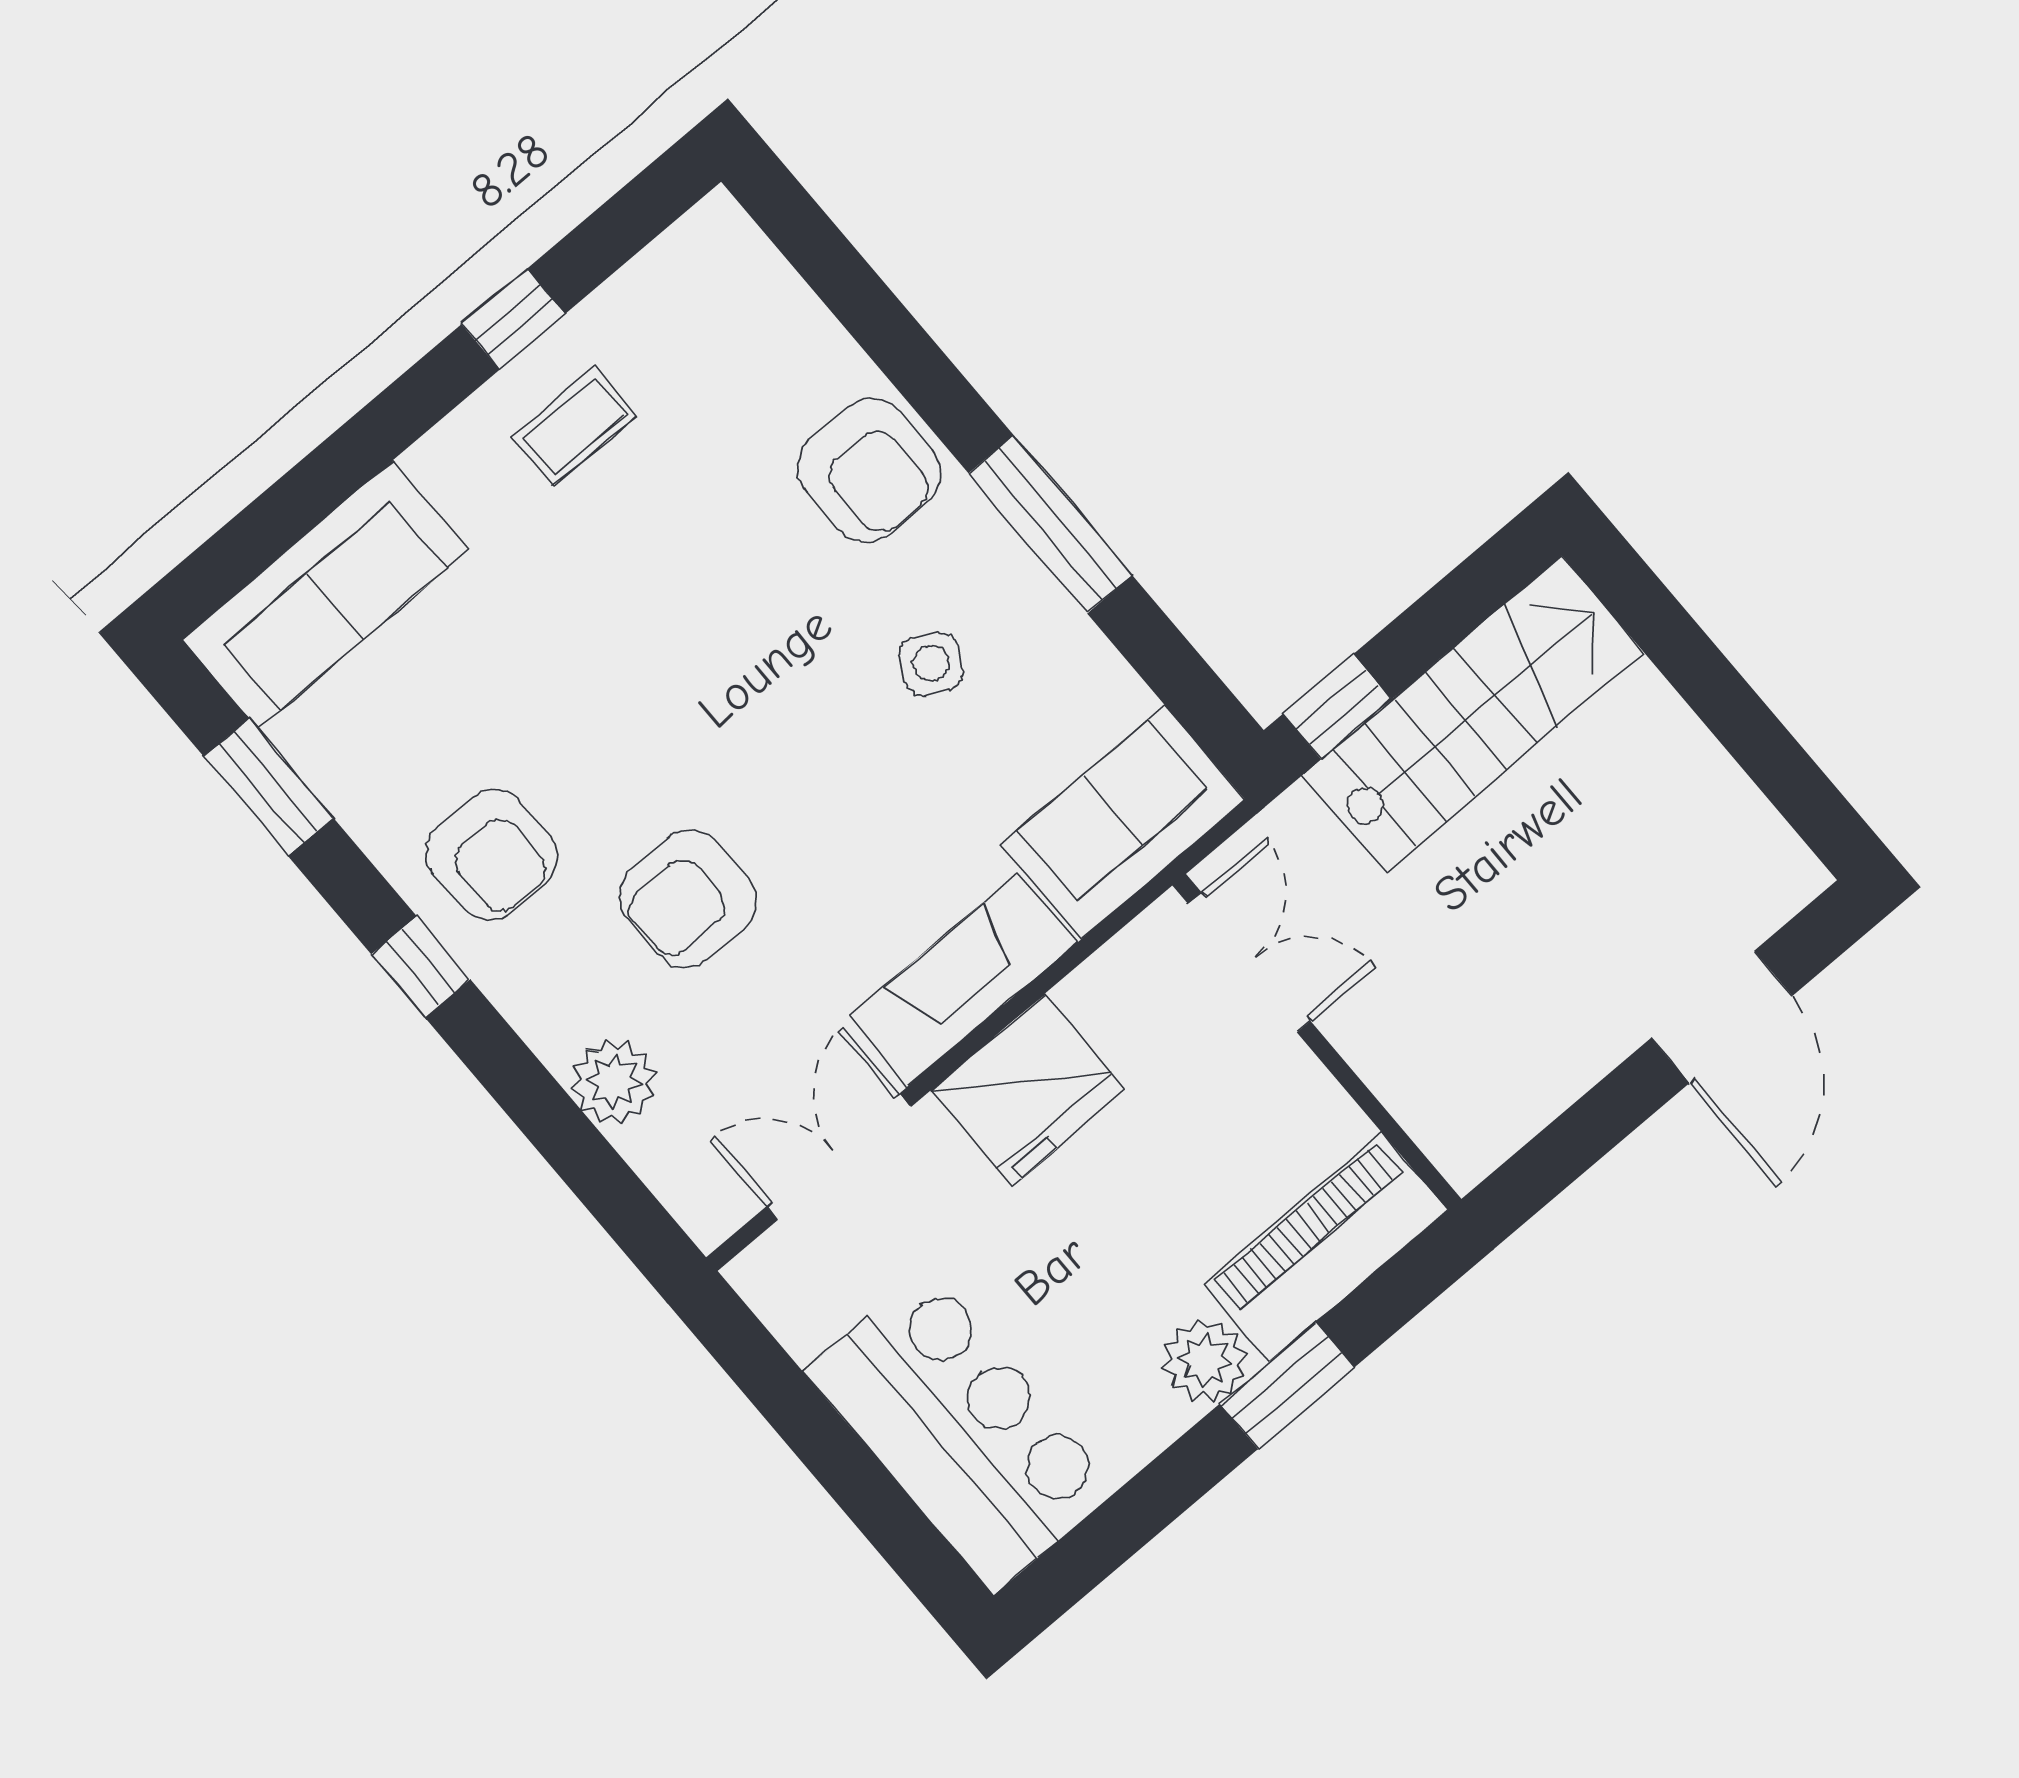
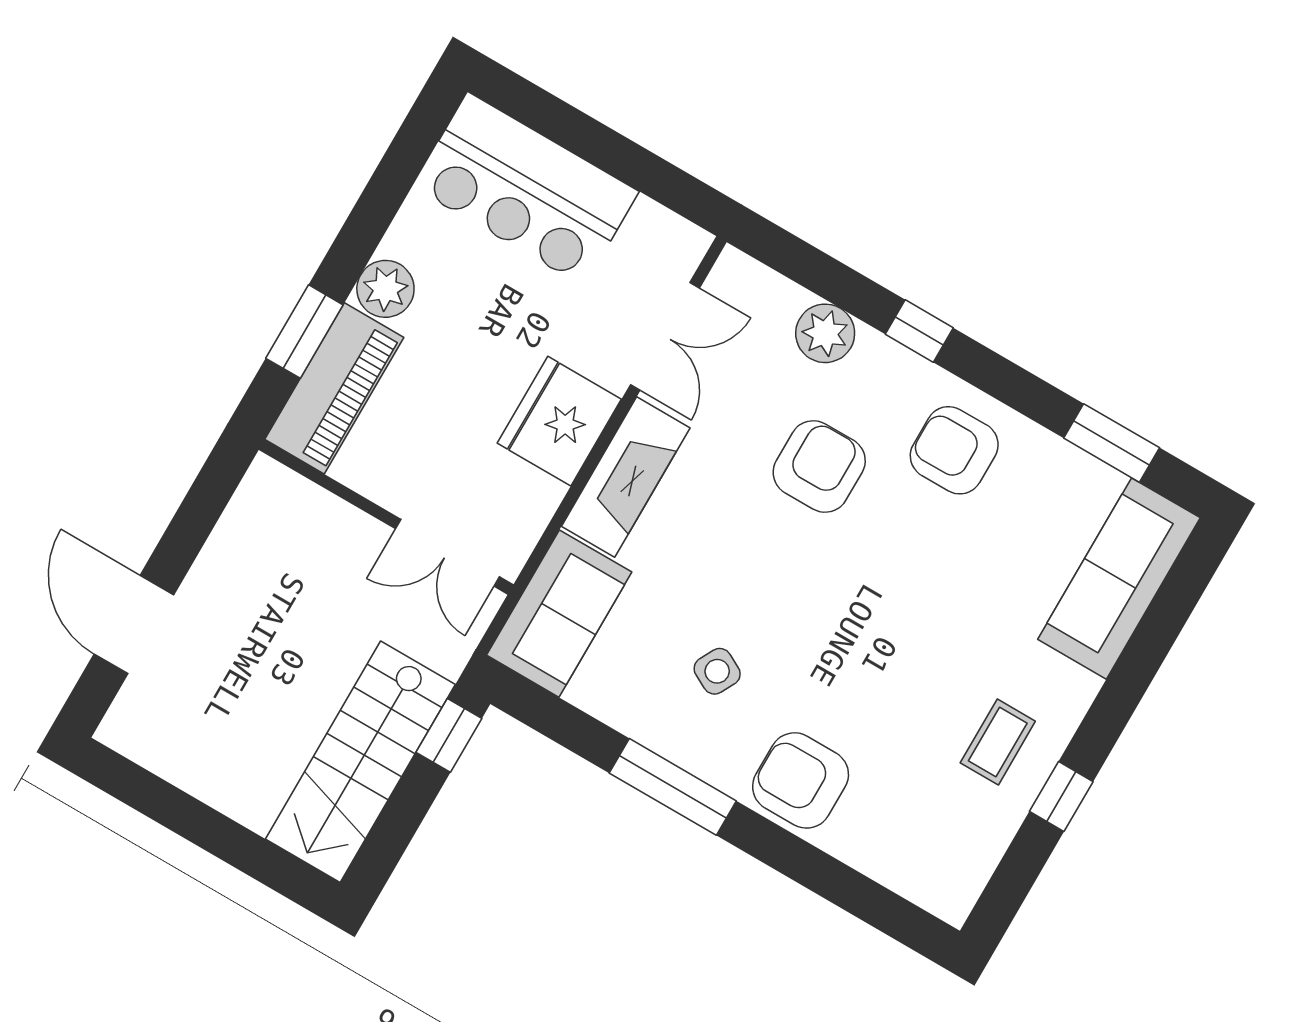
window: (421, 967) -> (919, 331), moved
window: (1287, 1386) -> (304, 332), moved

